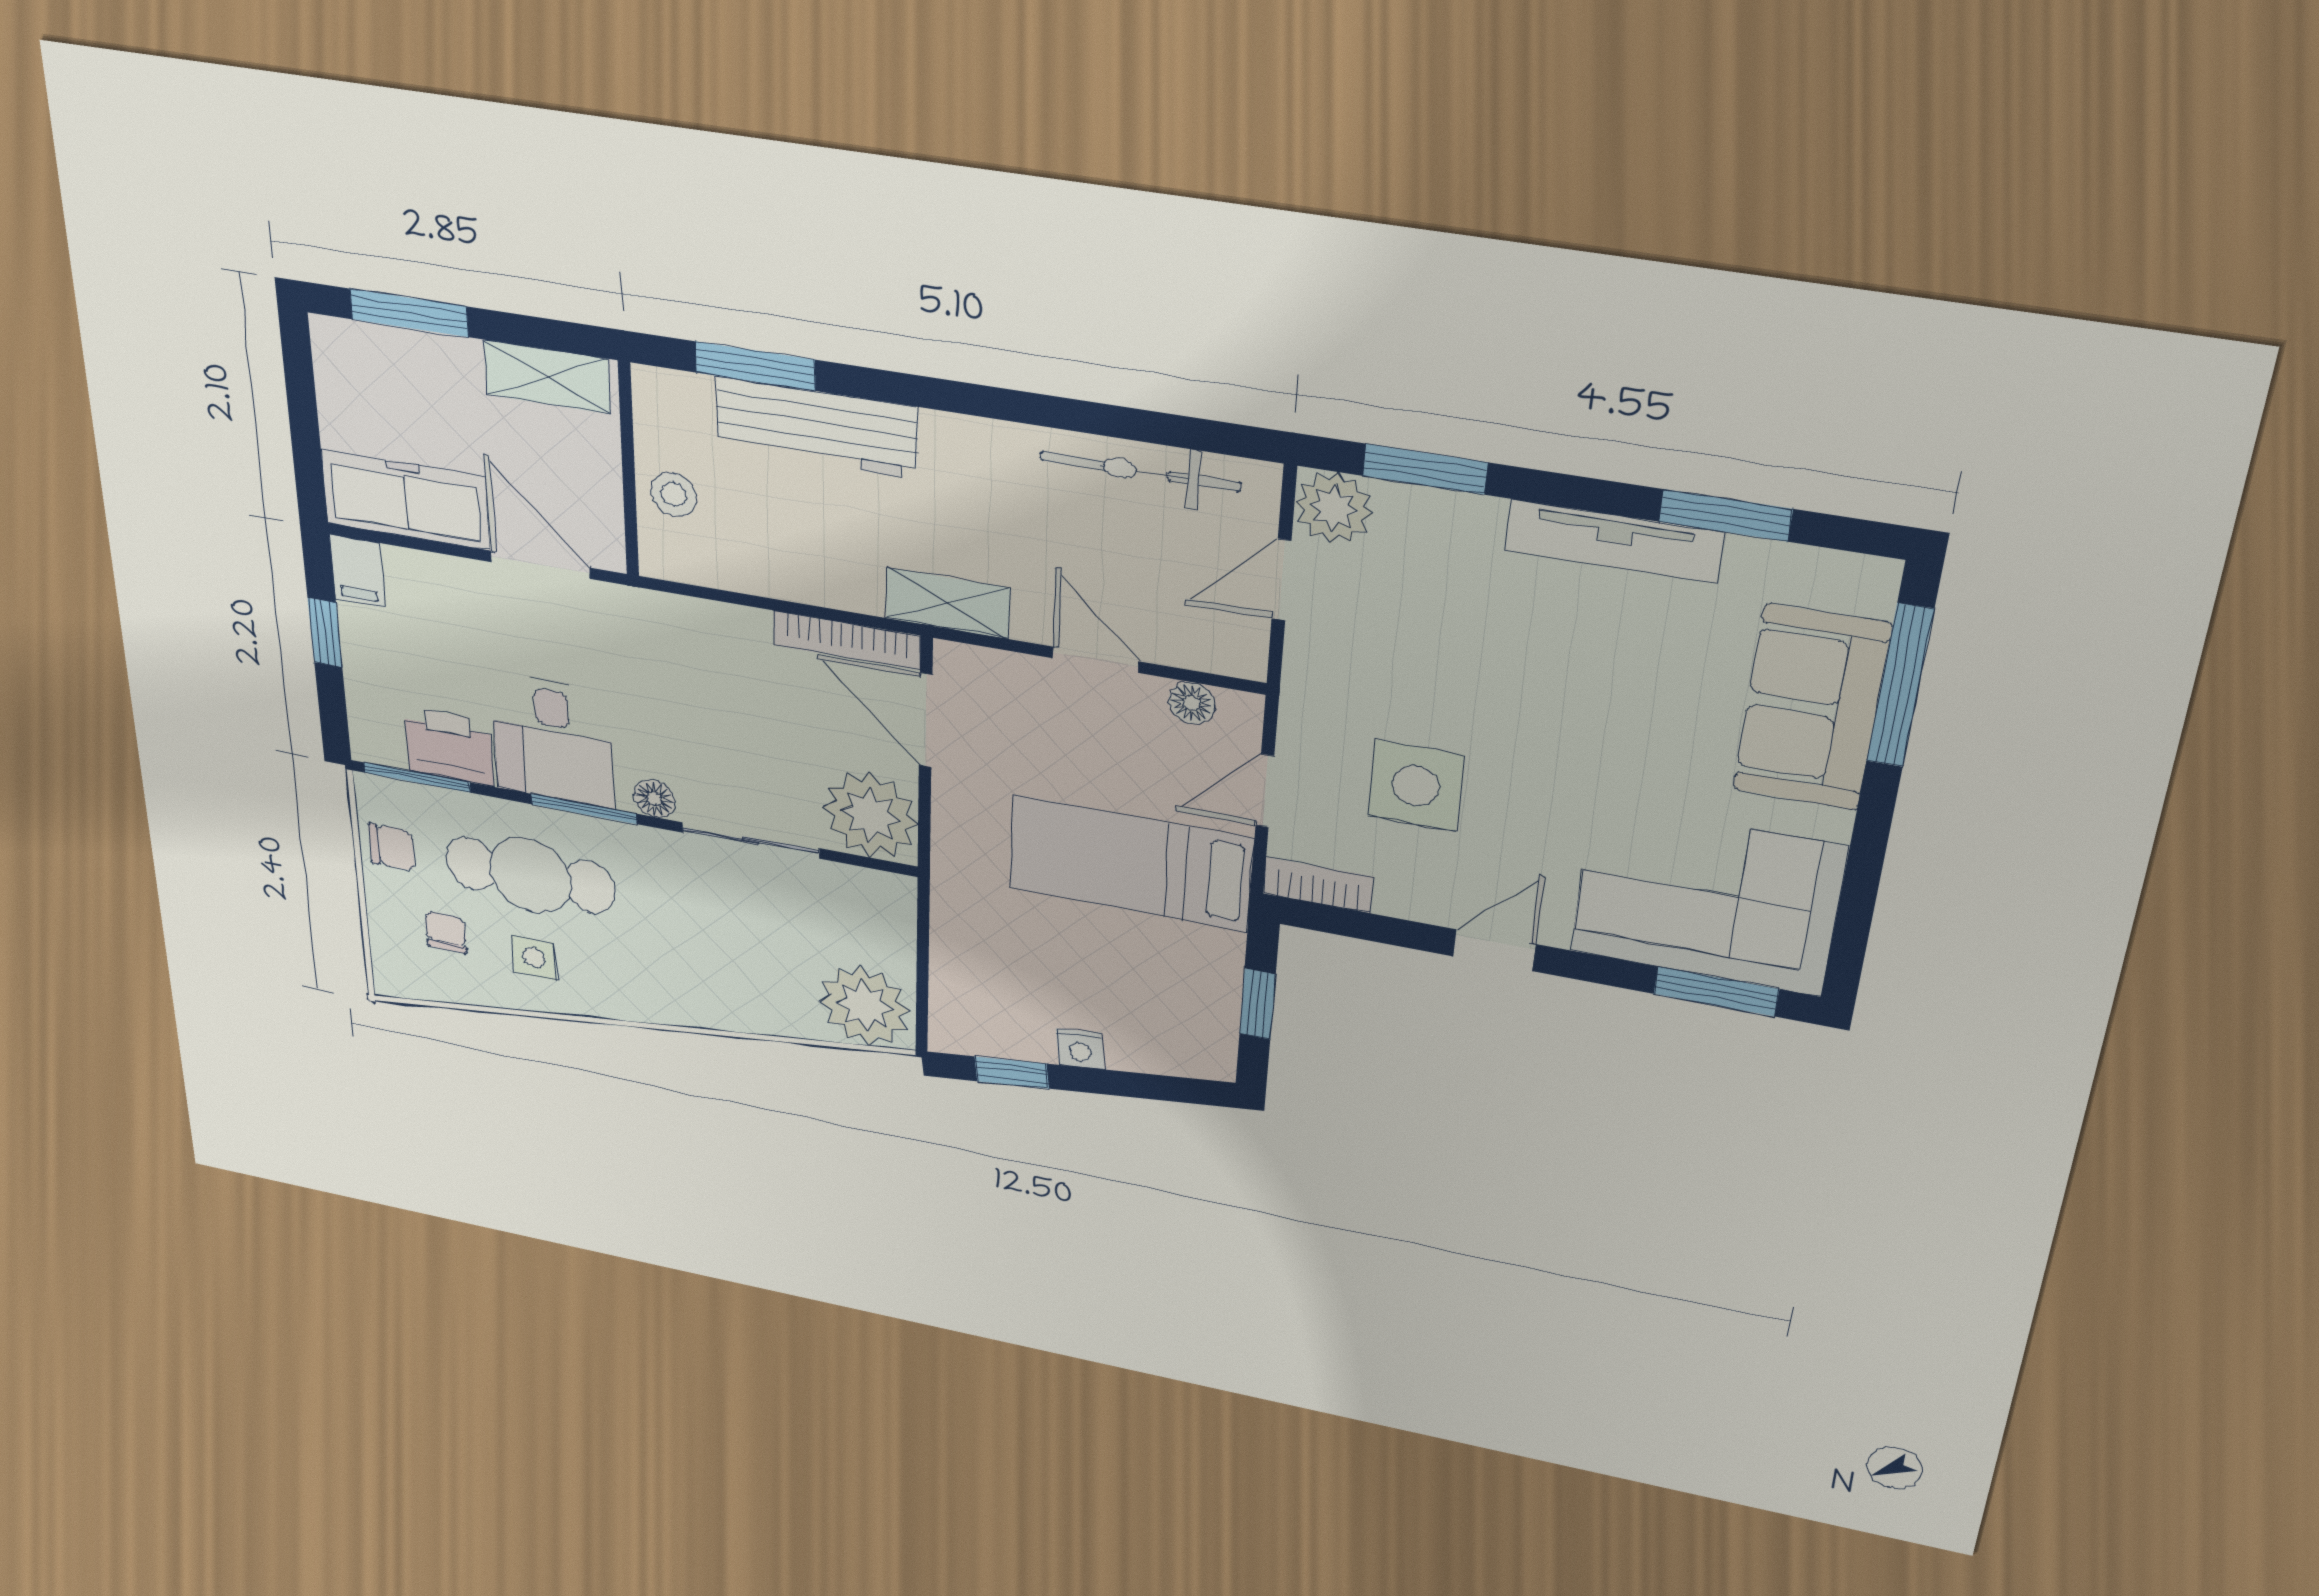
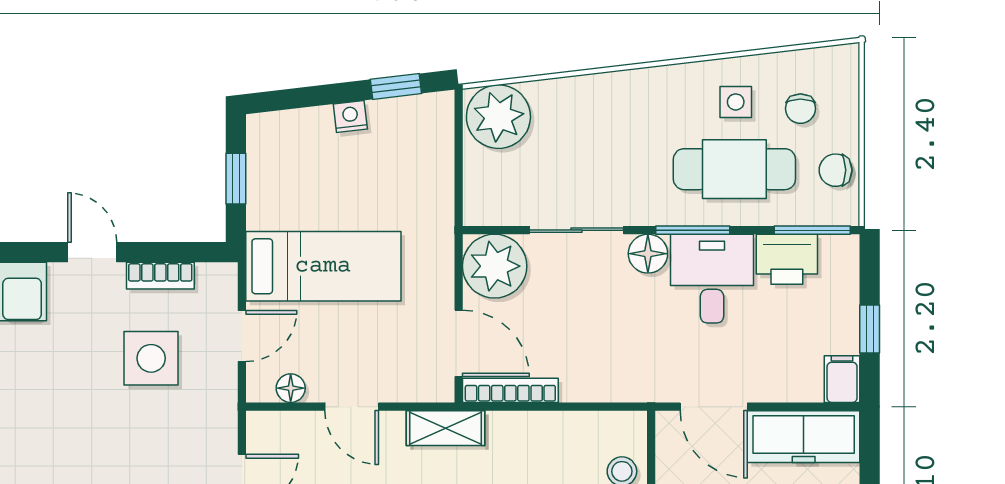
floor lamp: (654, 799) -> (648, 254), width x1.37, depth x1.37
bookcase: (1318, 885) -> (160, 276), moved
door: (1494, 950) -> (92, 252), swing flipped

